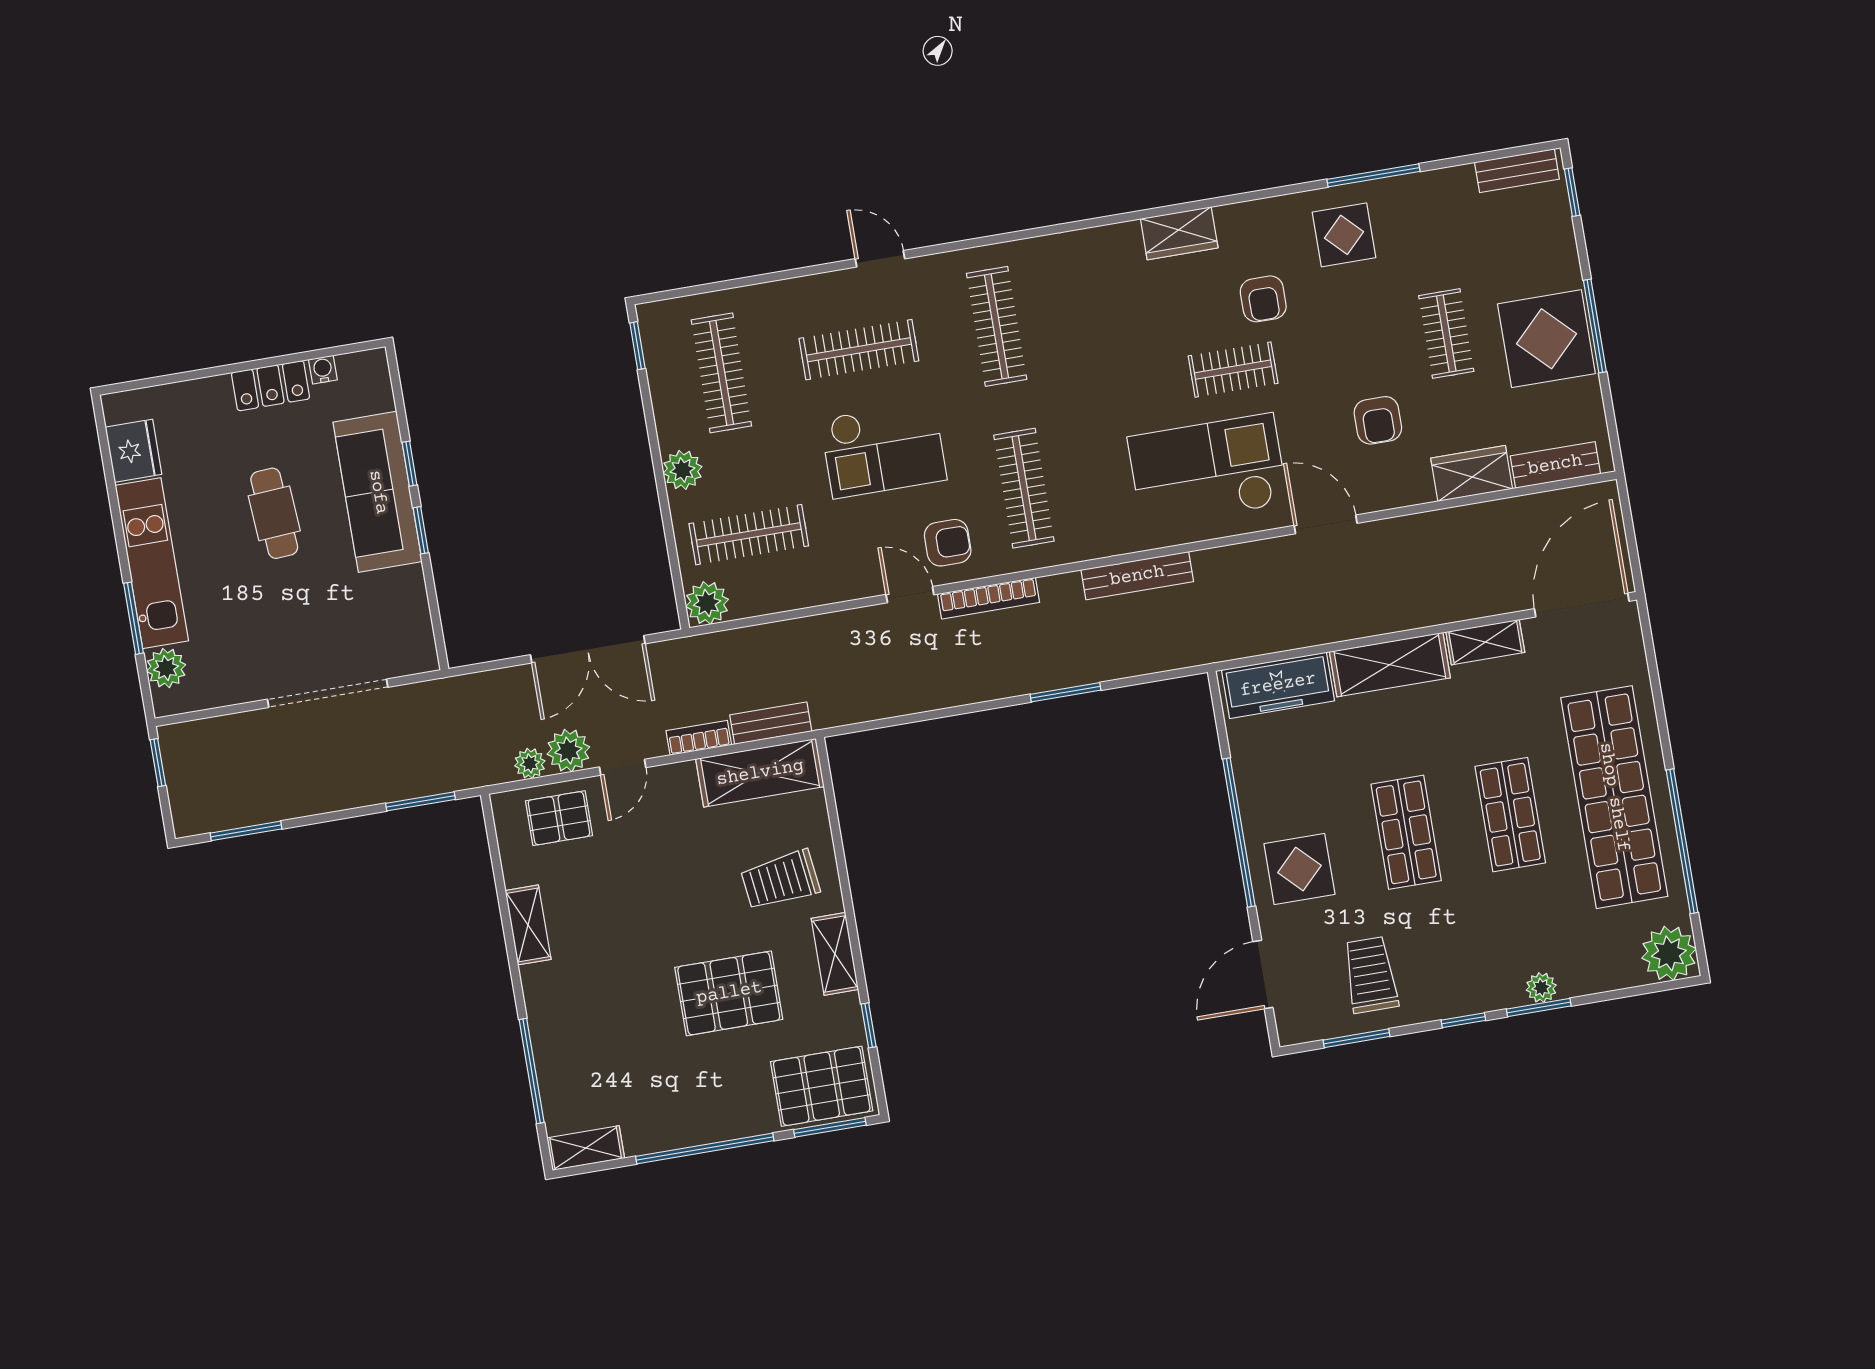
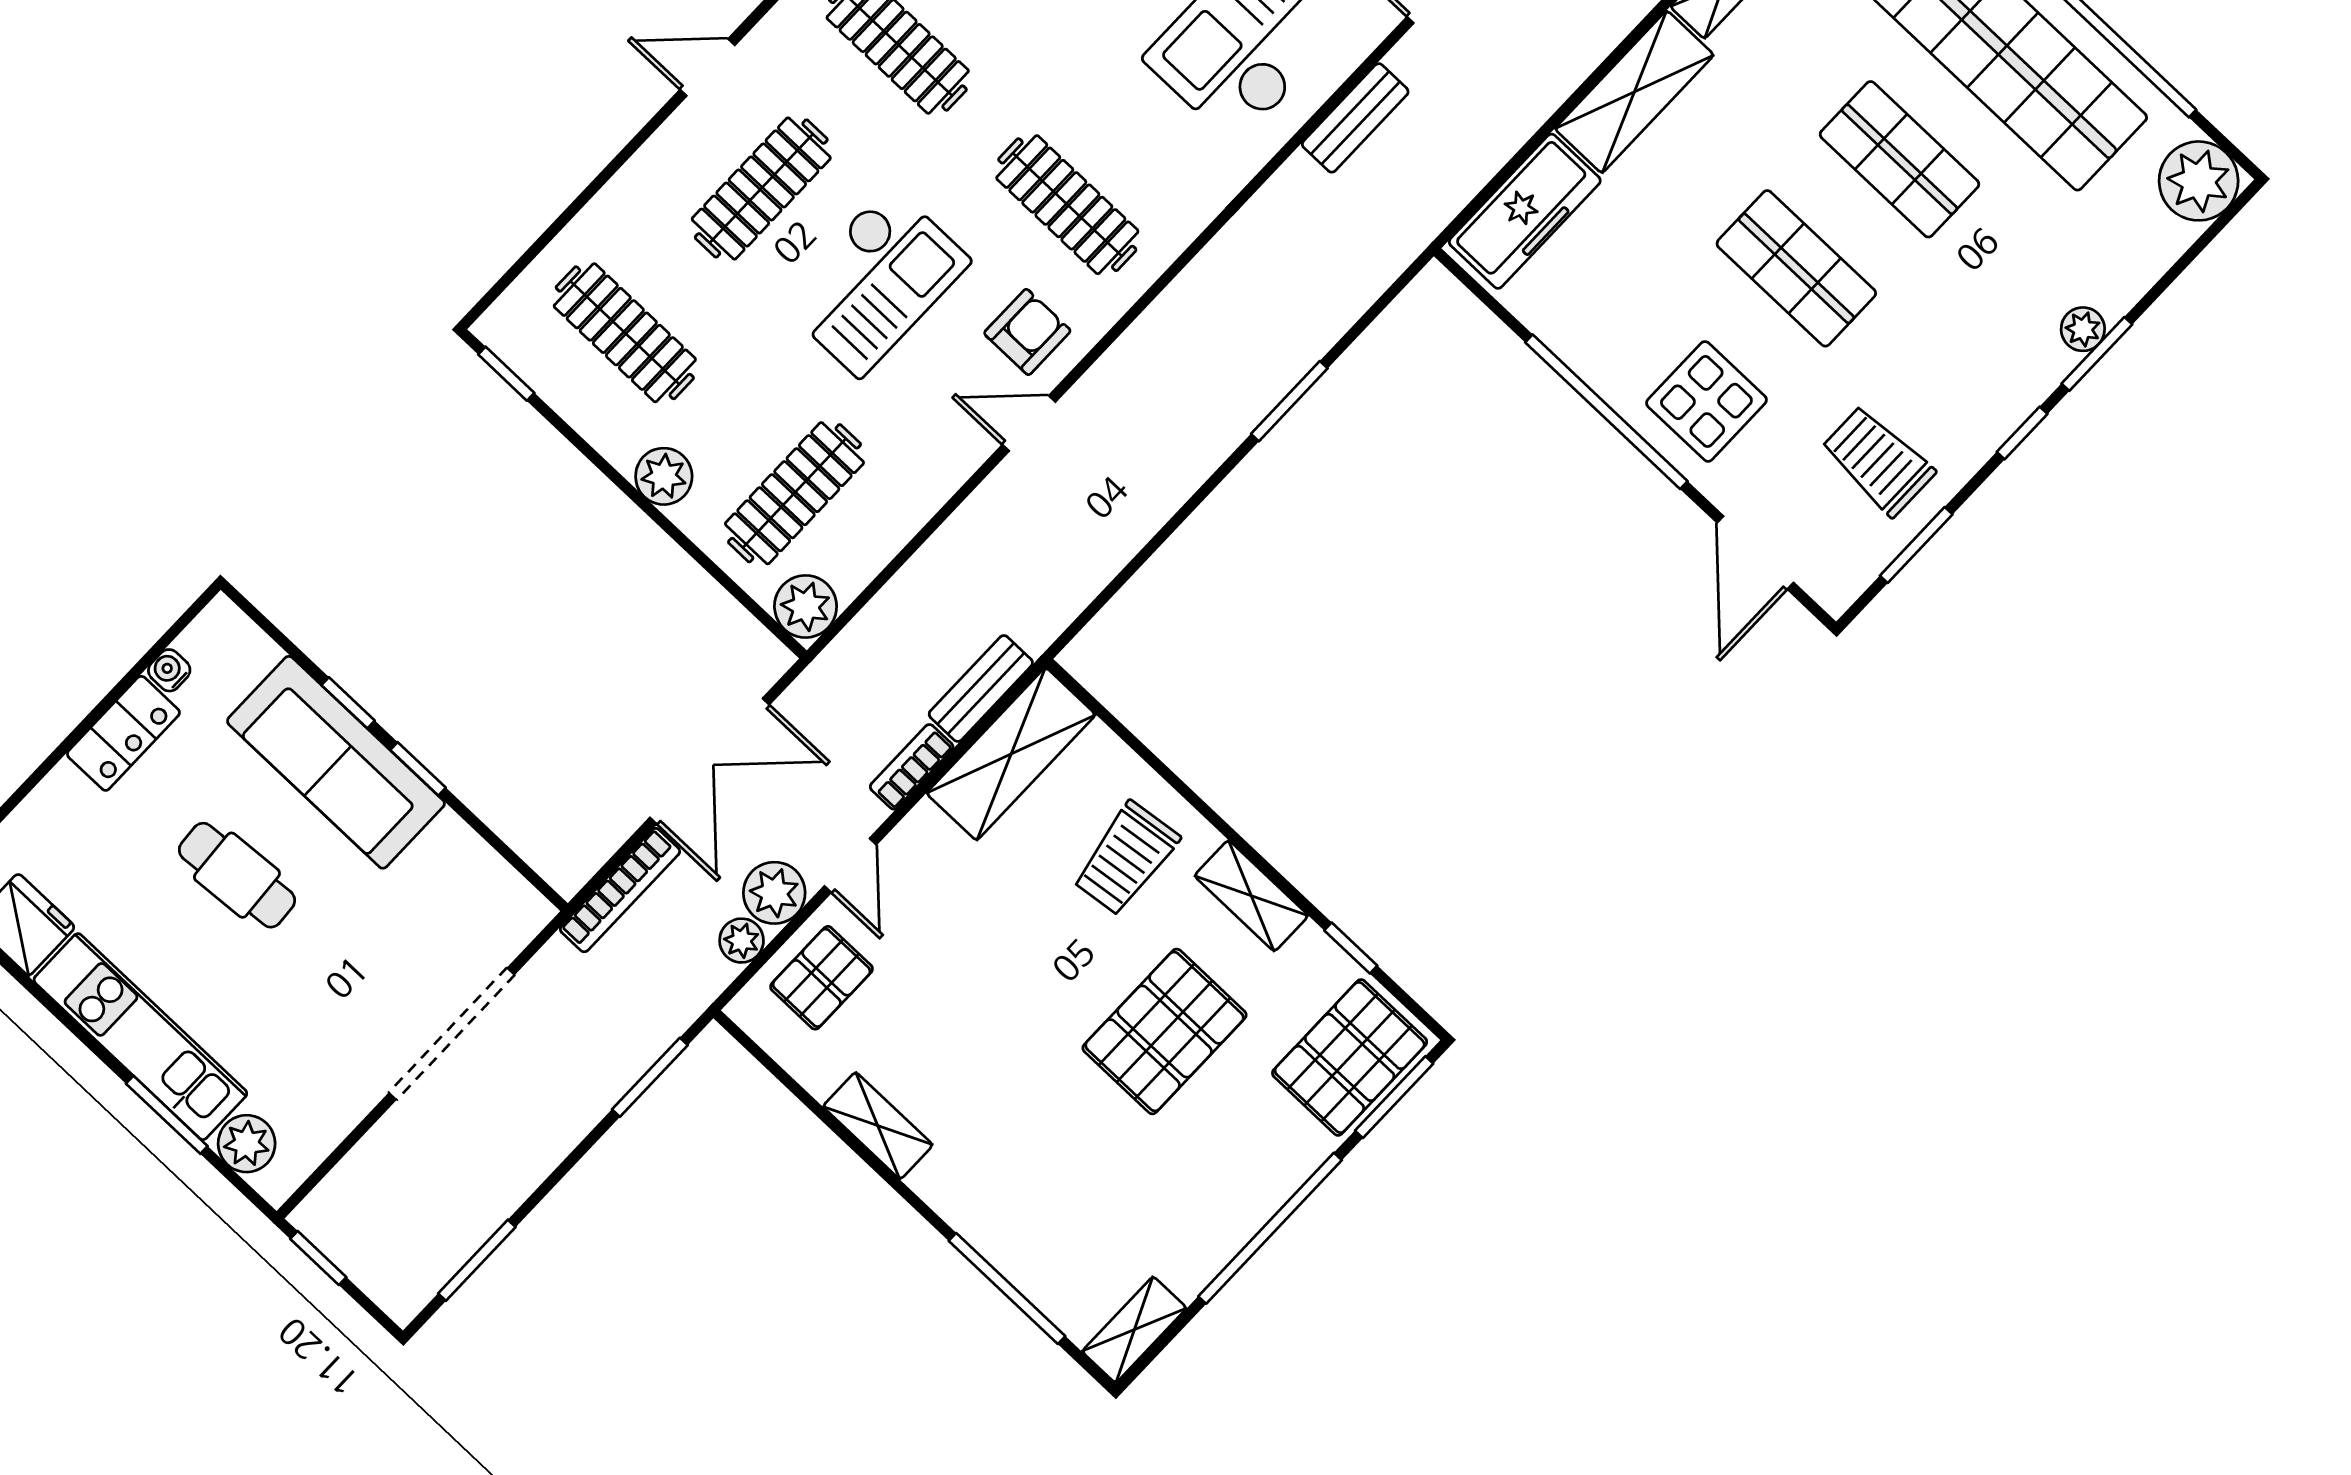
bench: (1137, 576) -> (1355, 118), moved, width x0.73
bookcase: (989, 598) -> (620, 890), moved

